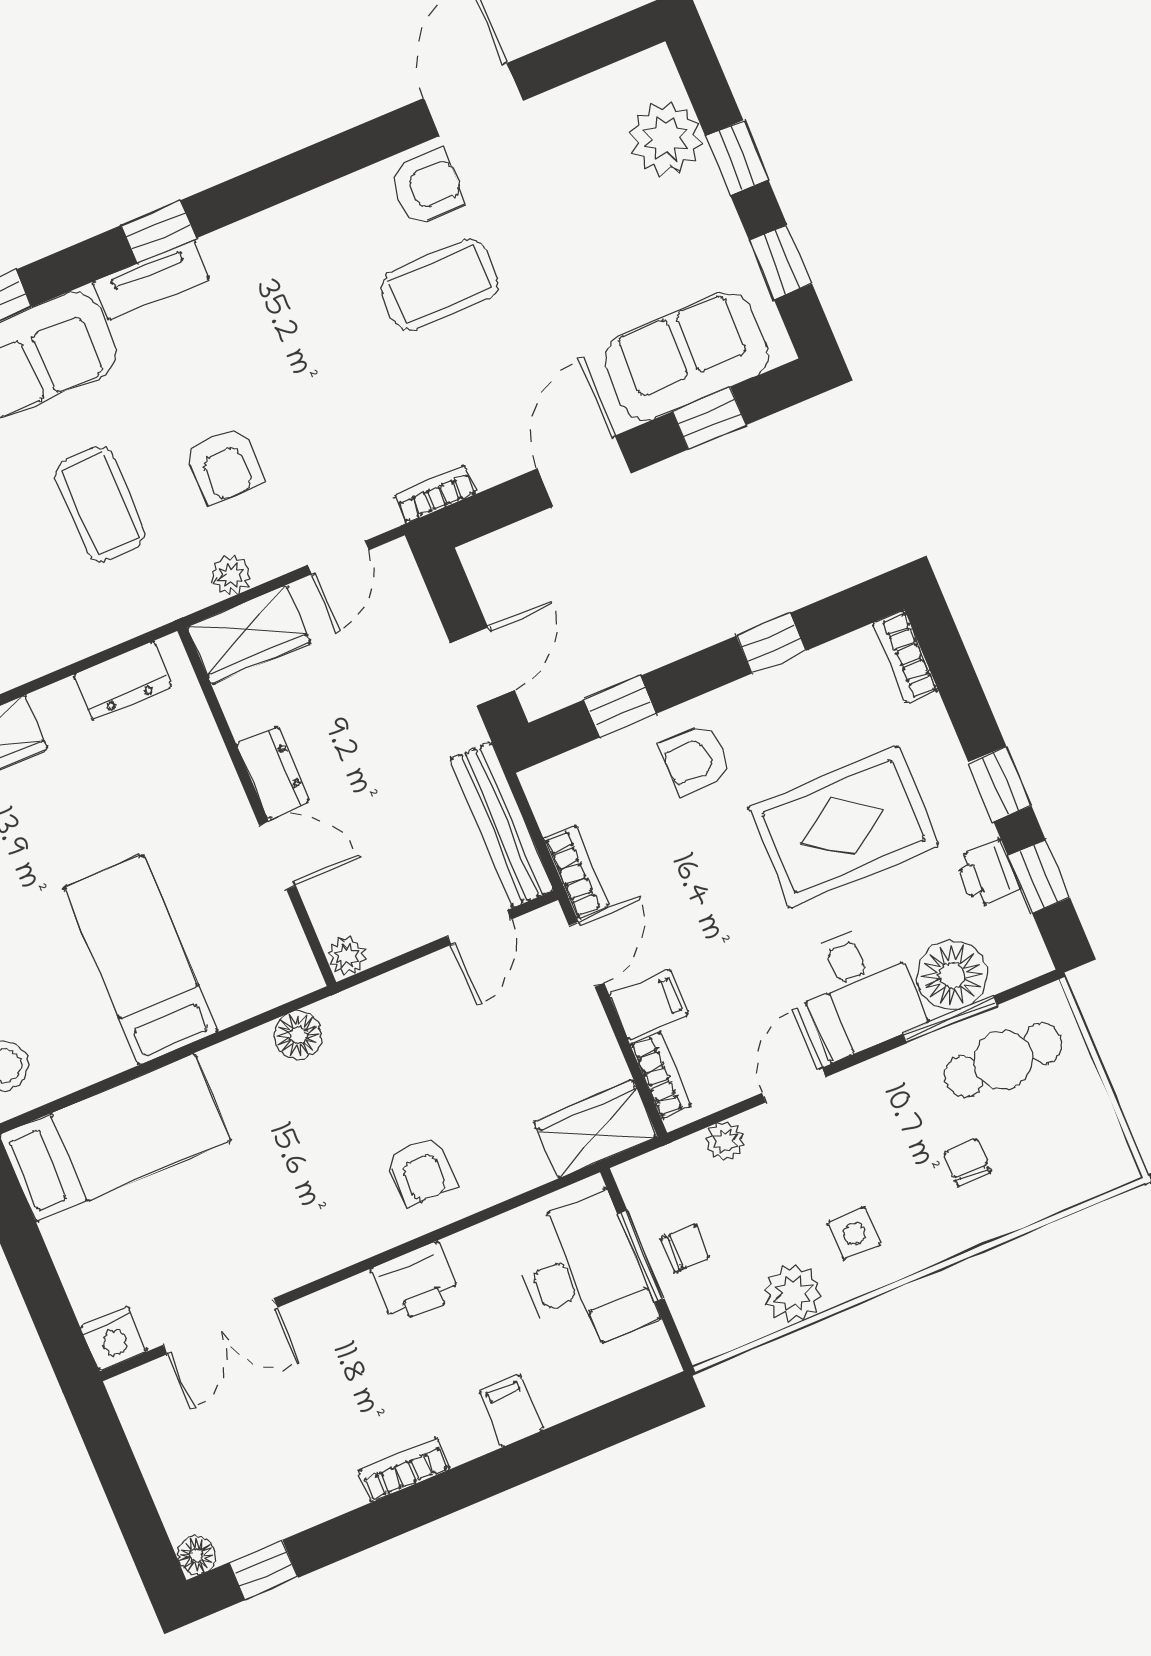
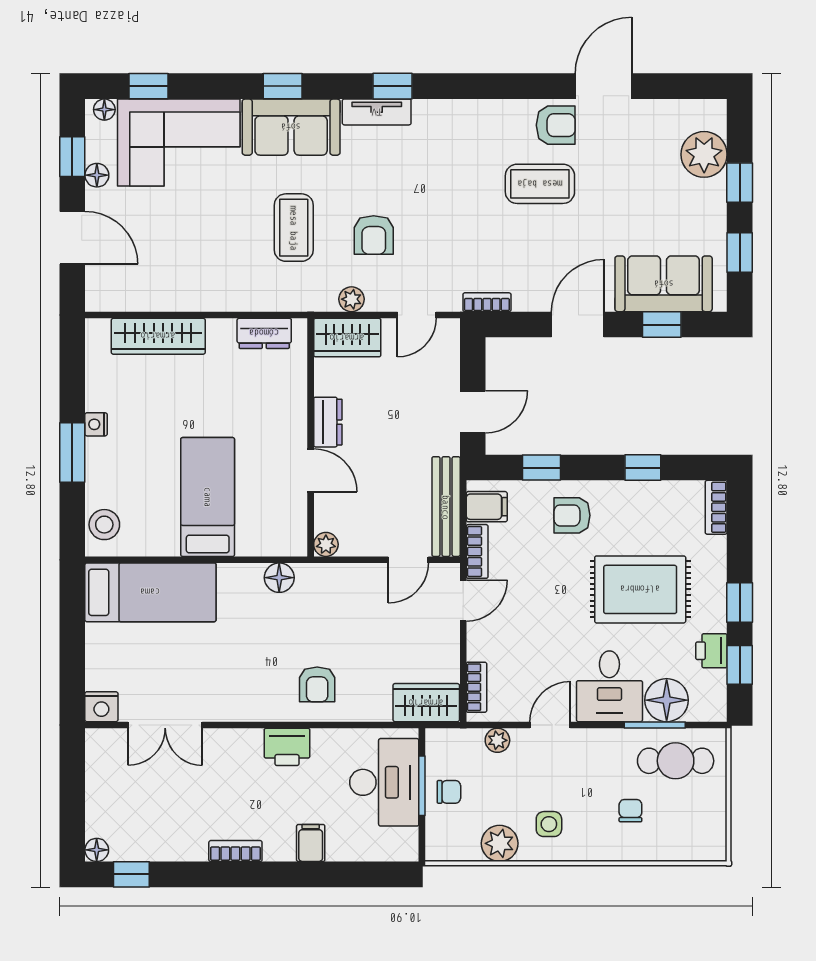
filing cabinet: (649, 1004) -> (487, 507), moved

